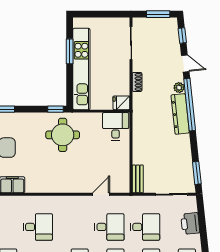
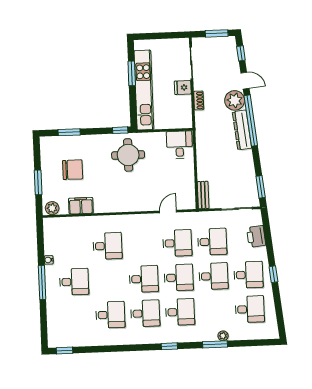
plant: (179, 88) -> (235, 100), width x1.87, depth x1.87
fridge: (121, 103) -> (183, 88), moved

